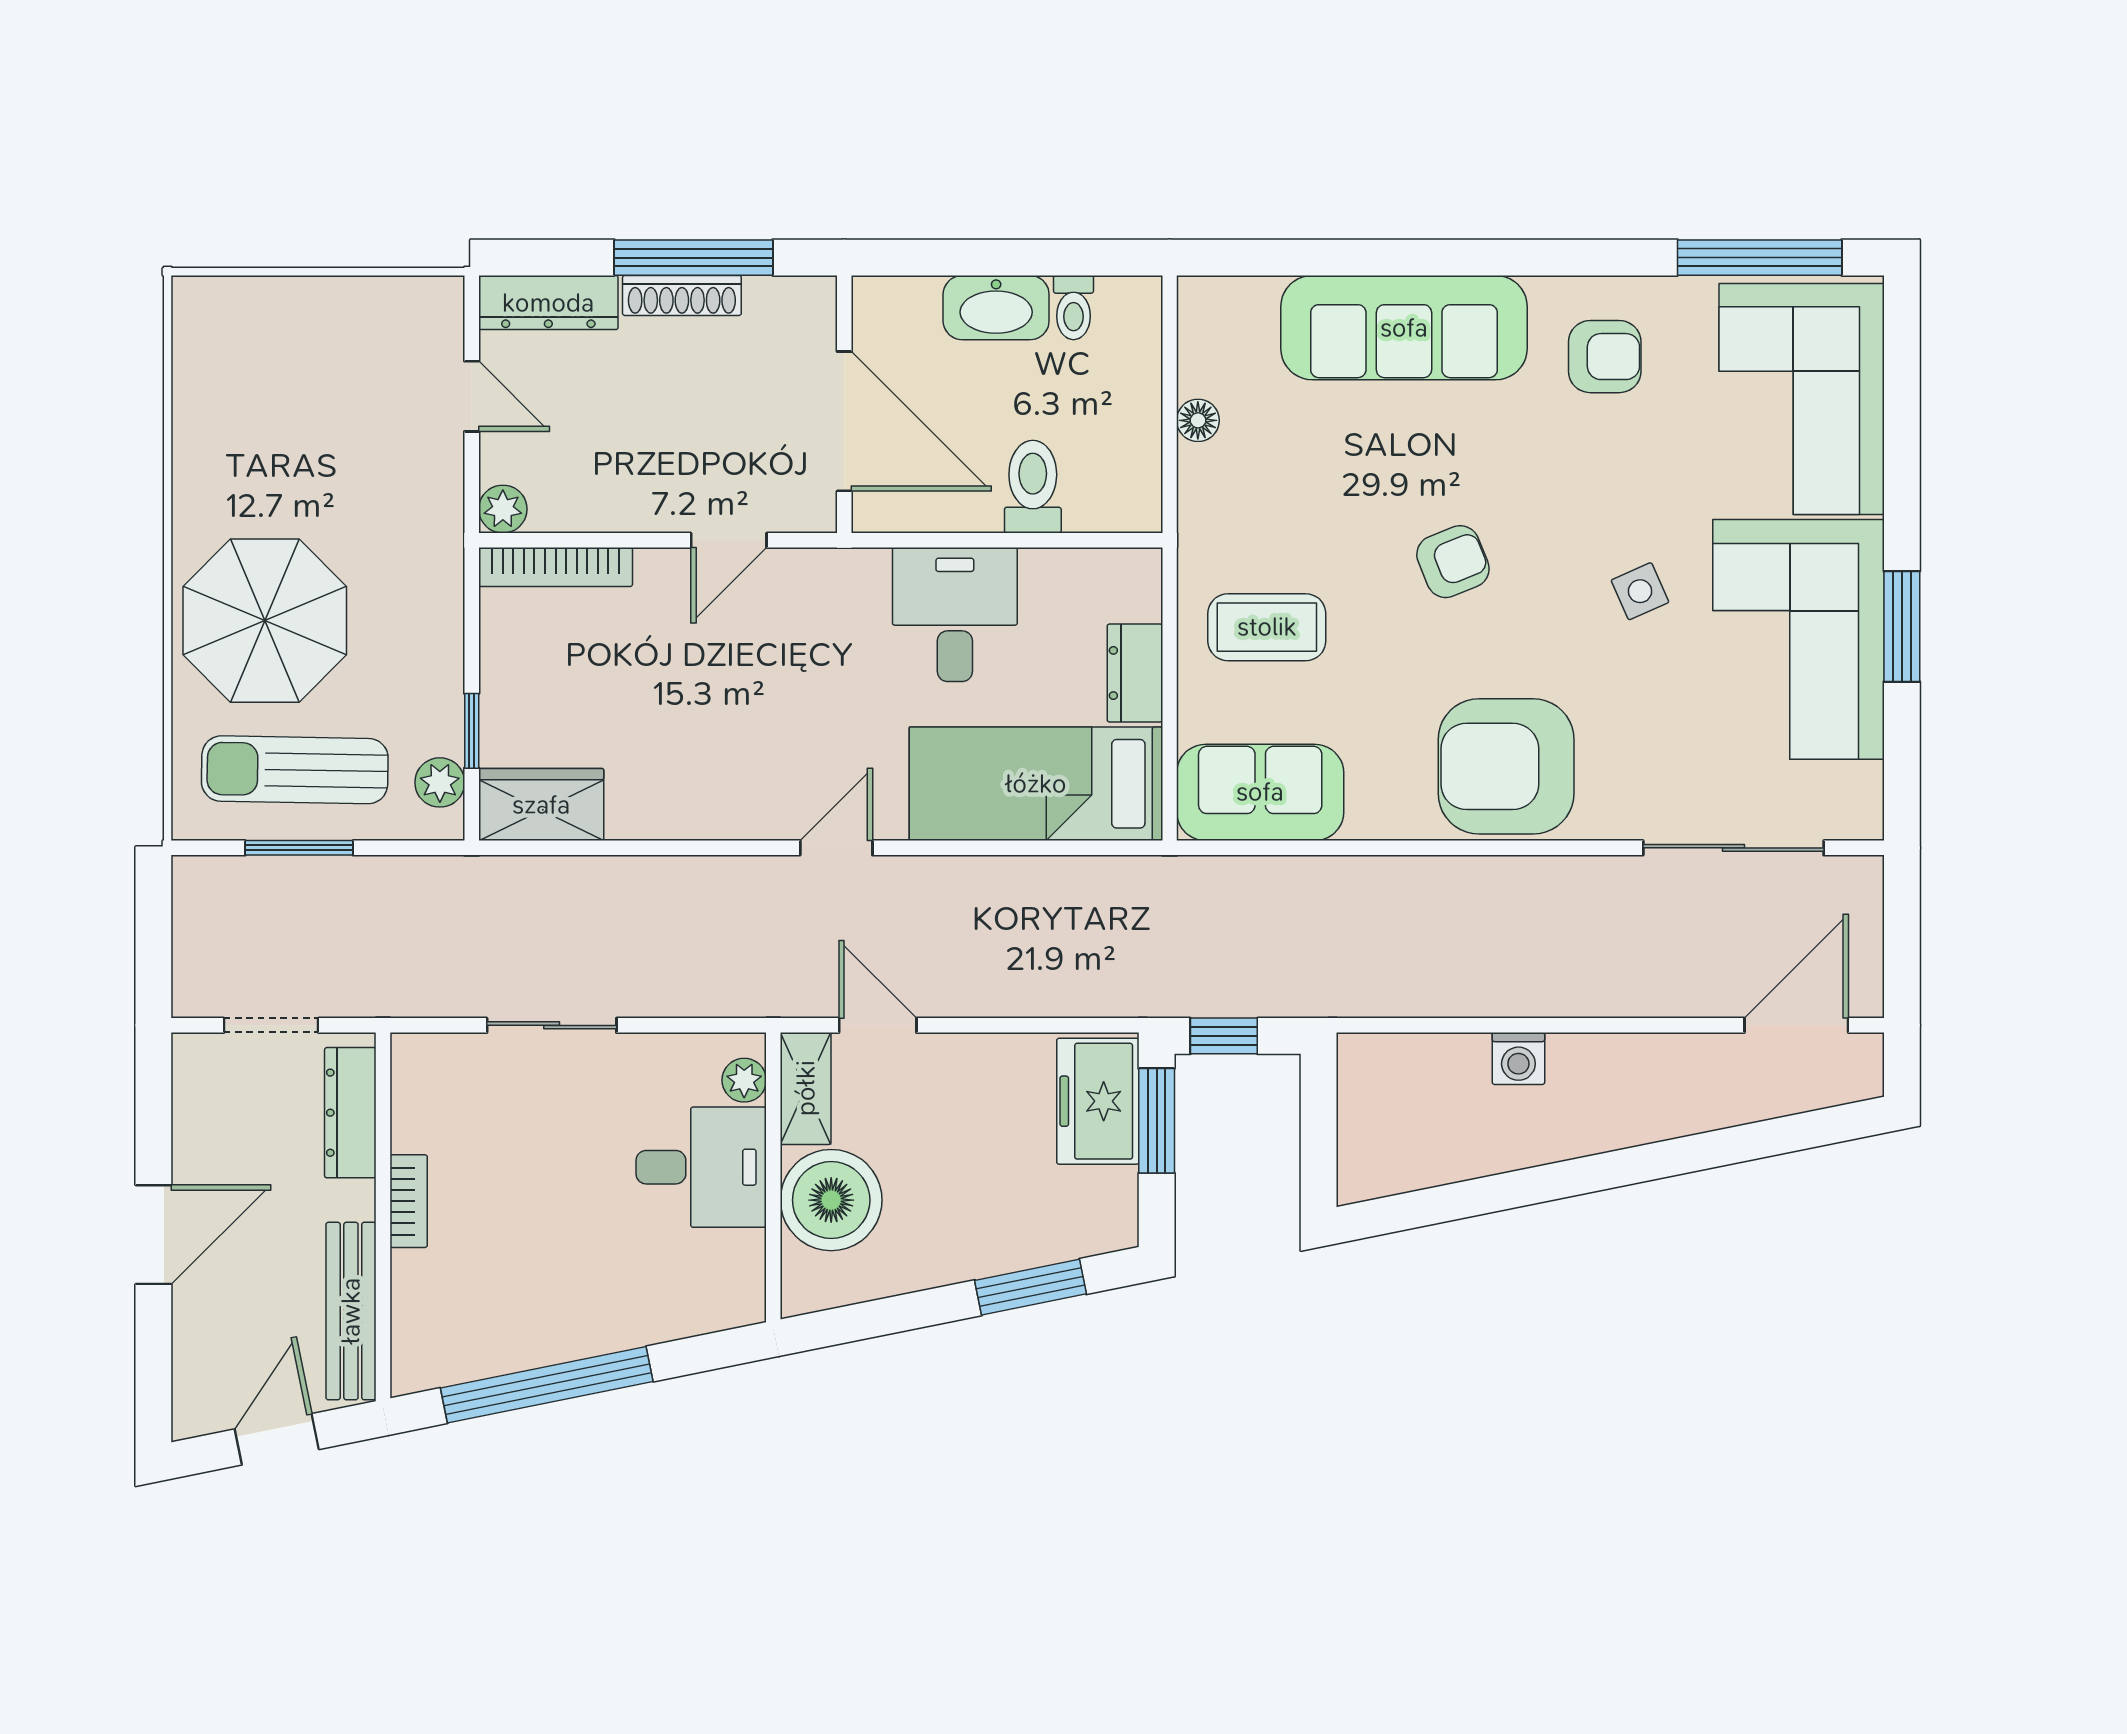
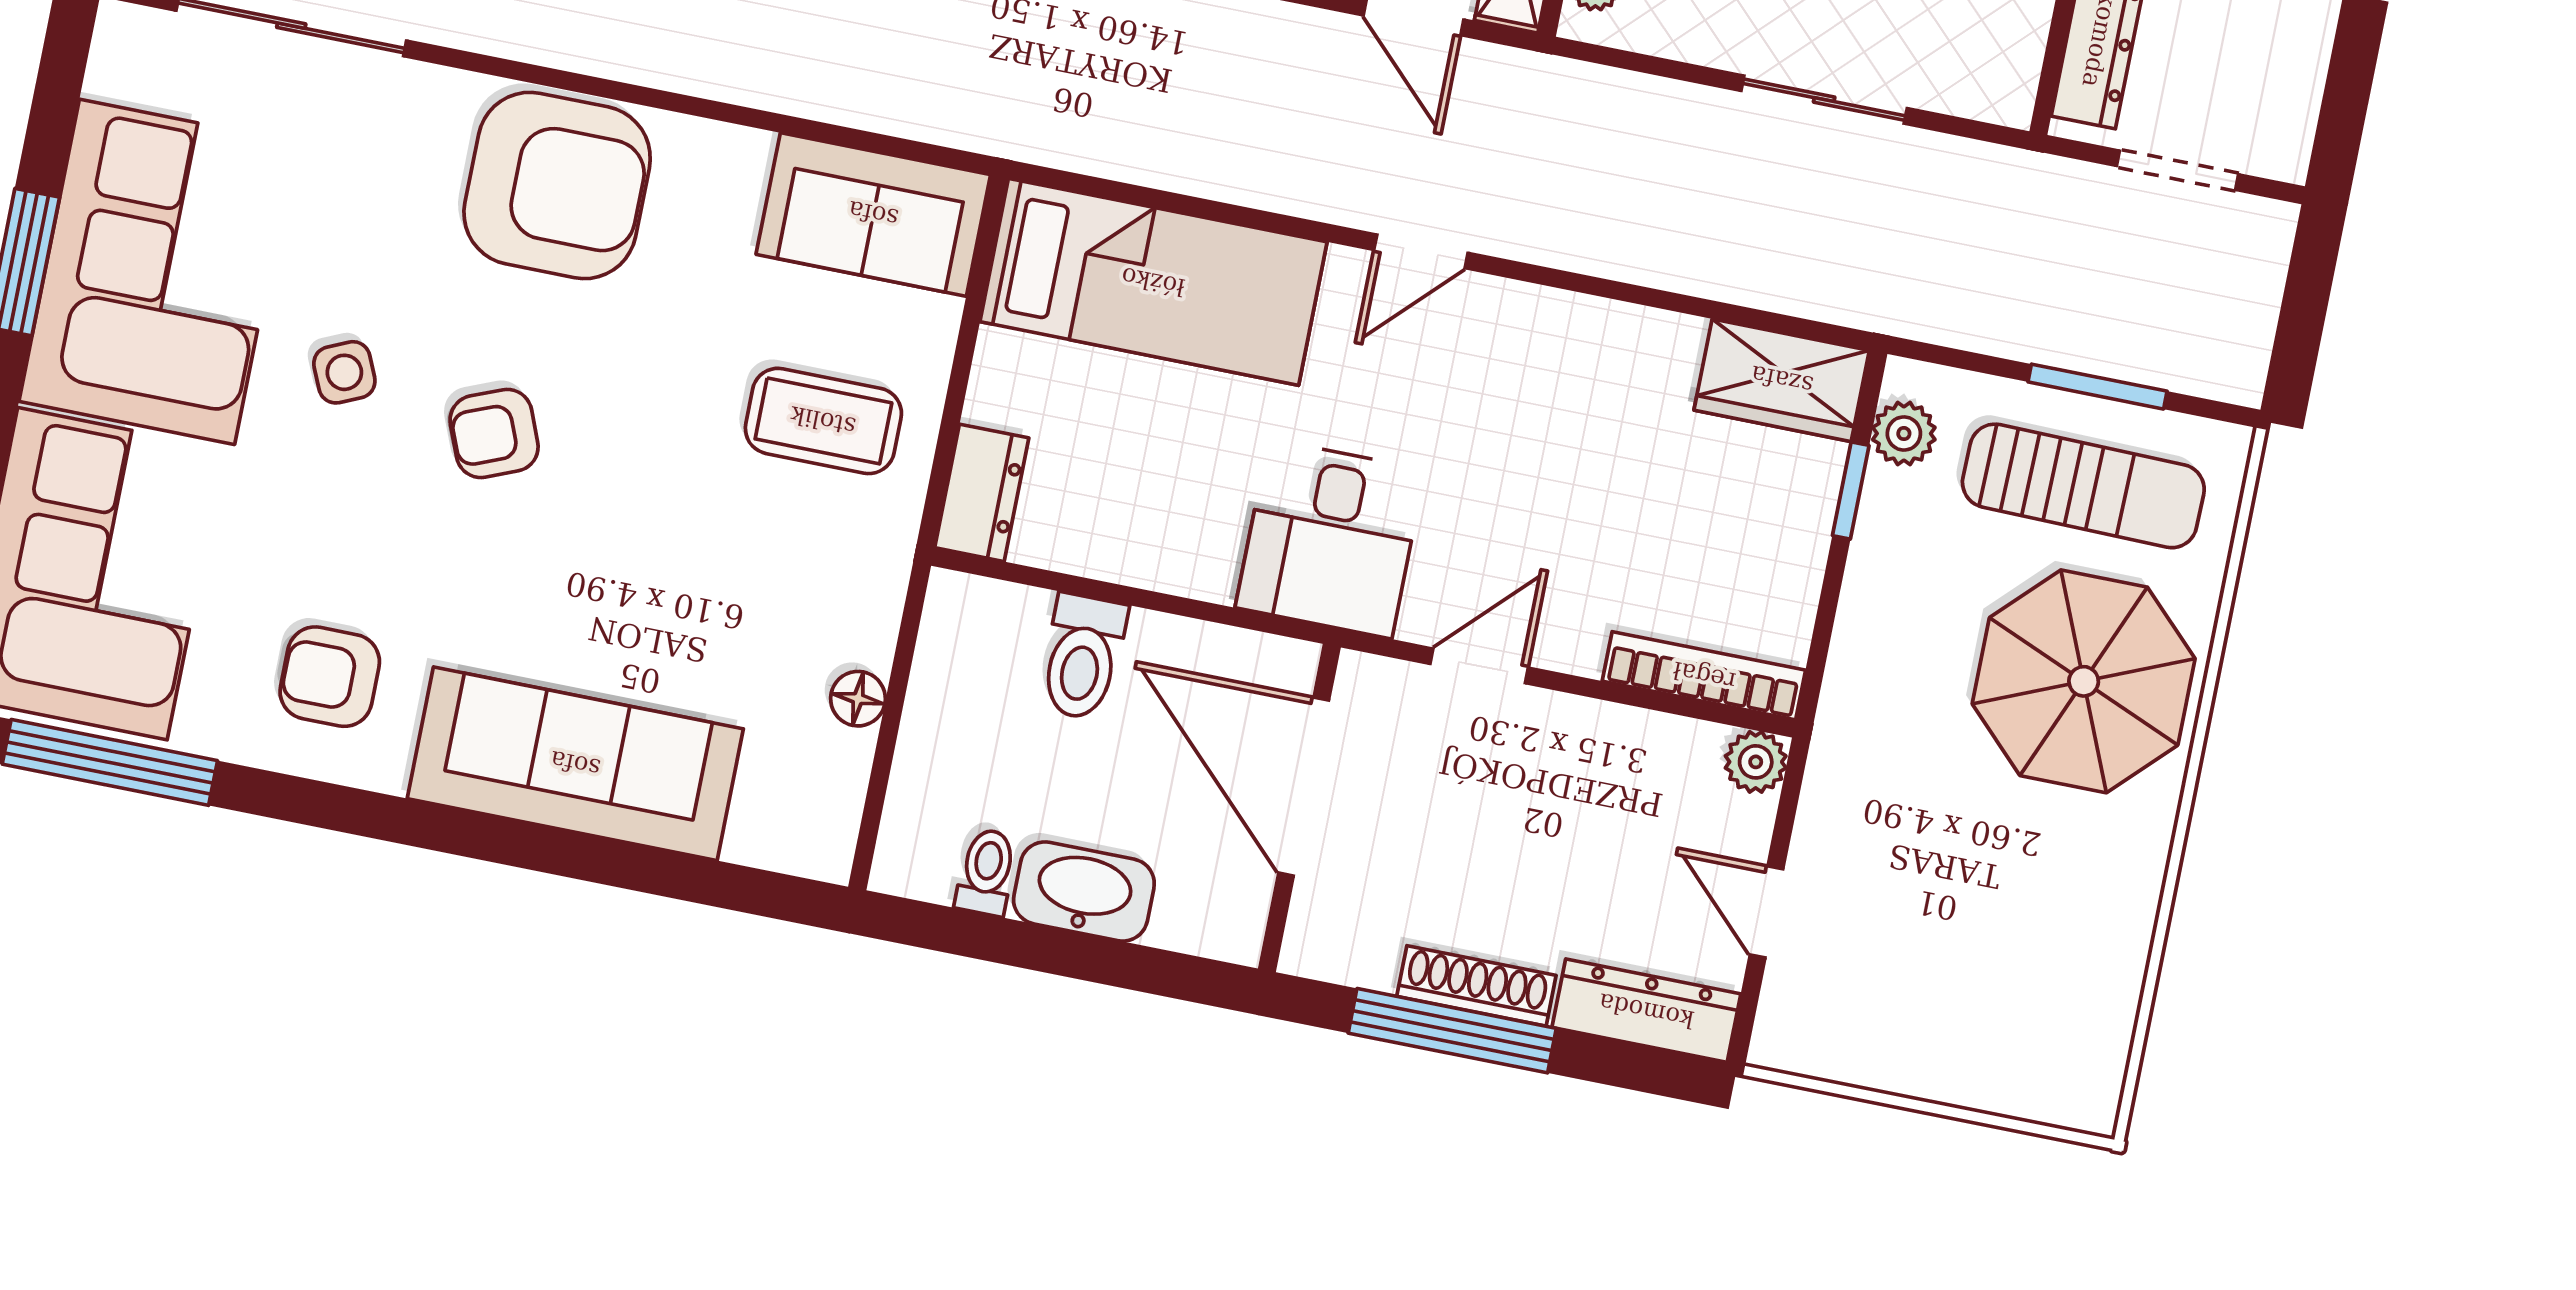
armchair: (1453, 562) -> (494, 433), moved
desk: (955, 615) -> (1330, 539), moved
dresser: (1135, 673) -> (982, 493), moved

